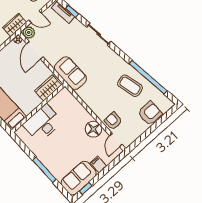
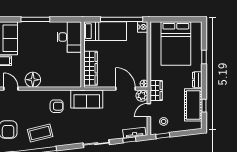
wardrobe: (48, 88) -> (91, 68), width x1.50
armchair: (113, 121) -> (57, 106), moved
desk: (43, 123) -> (69, 37), moved

